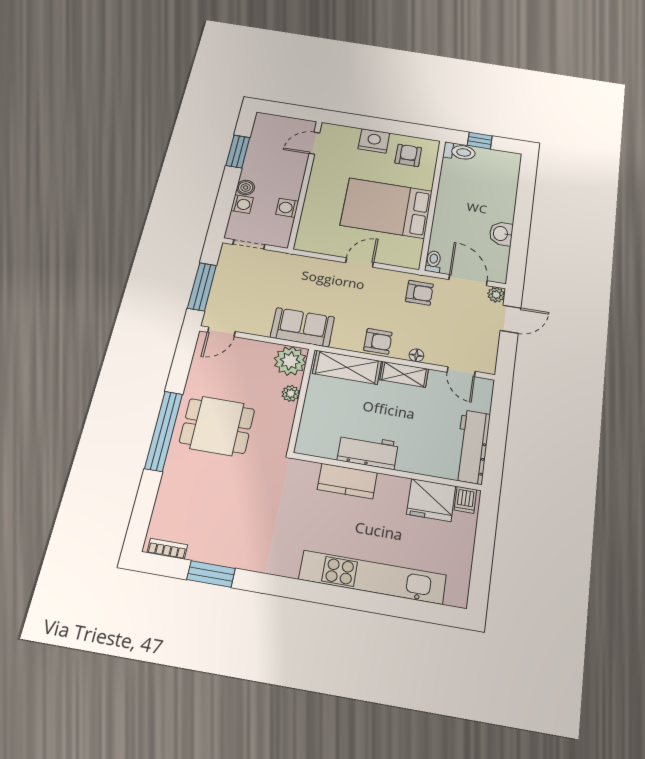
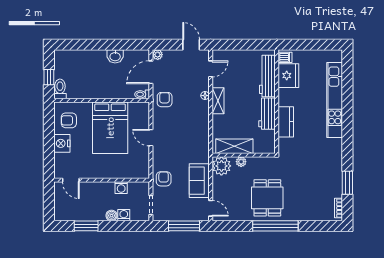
door: (511, 319) -> (191, 45), moved
sofa: (302, 327) -> (199, 181), moved
armchair: (378, 341) -> (164, 179), moved
shelving: (347, 367) -> (234, 146), moved, turned 90
workbench: (472, 447) -> (267, 76), moved, turned 90

